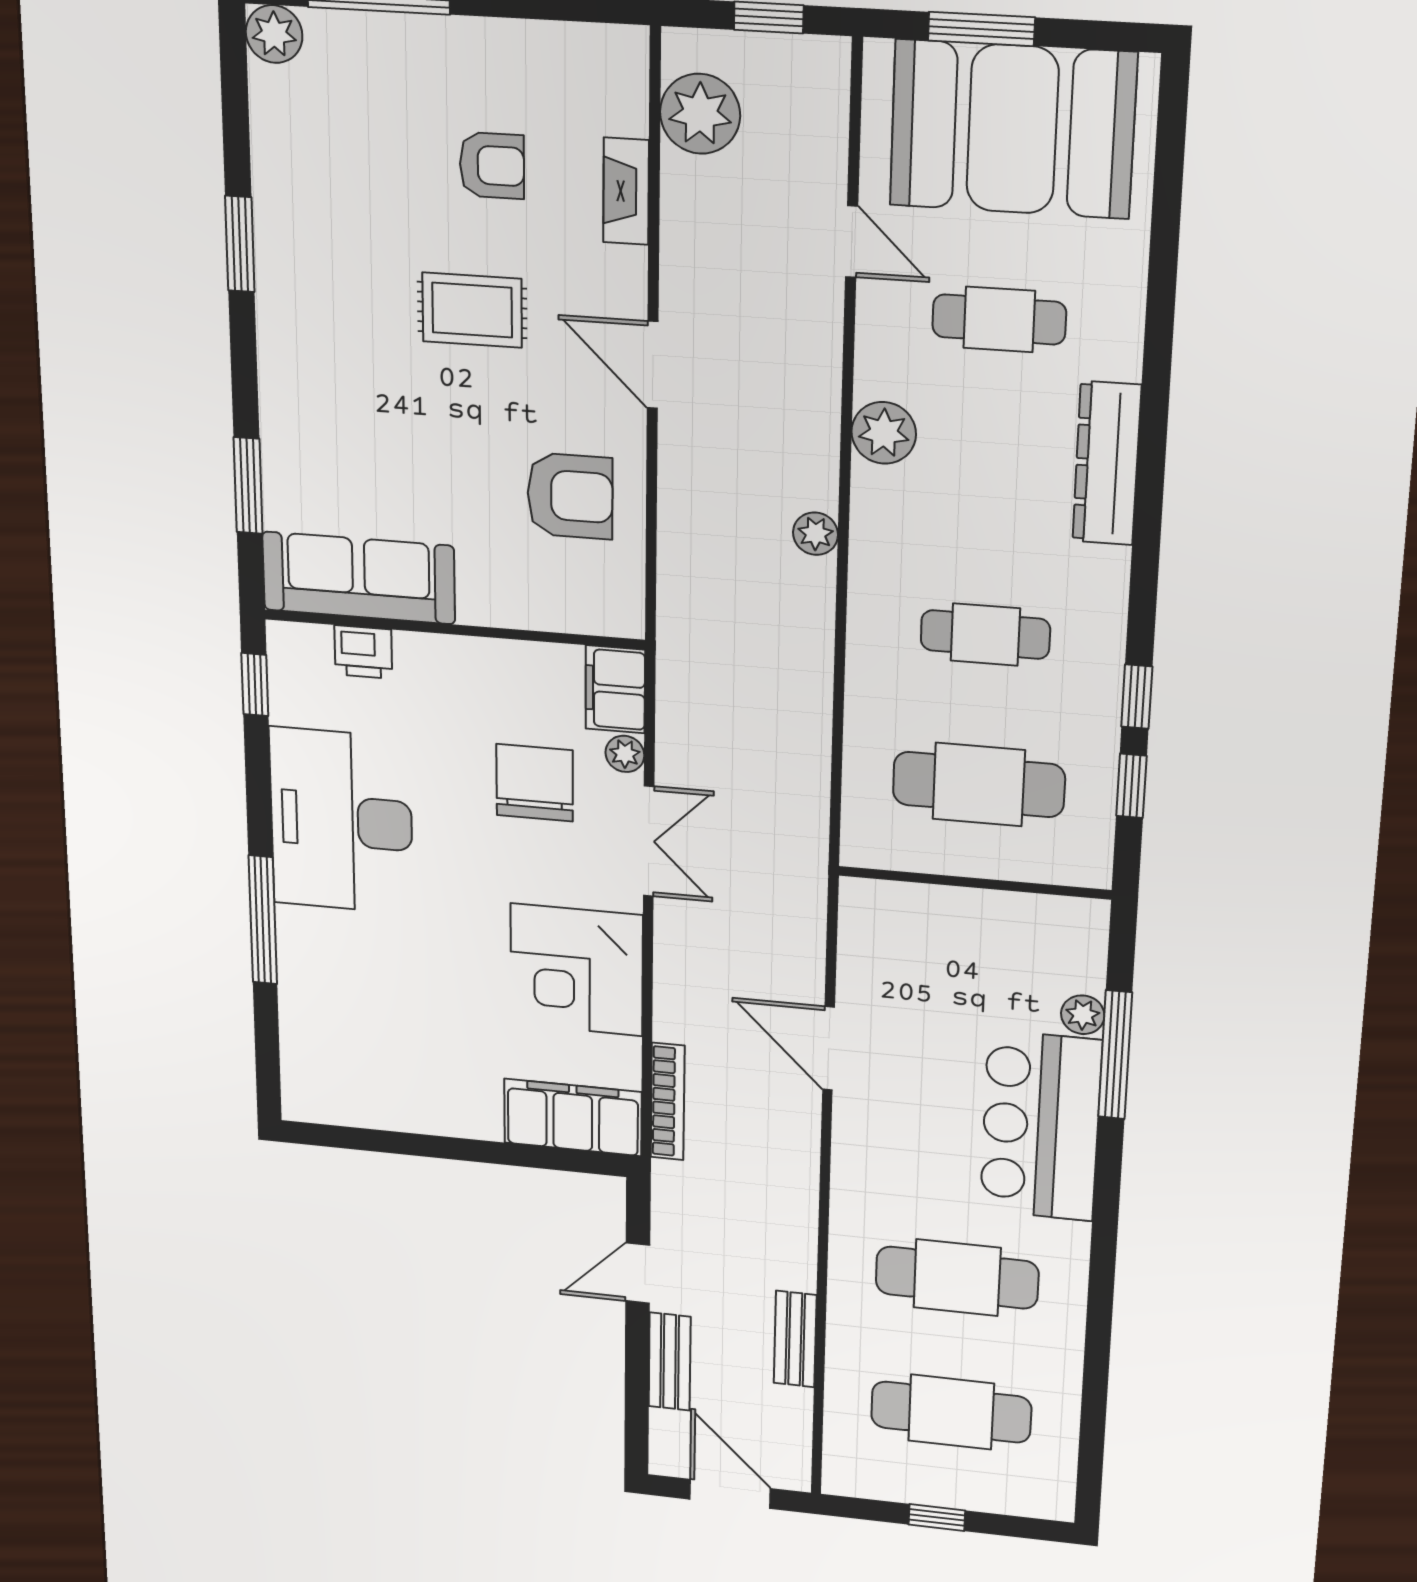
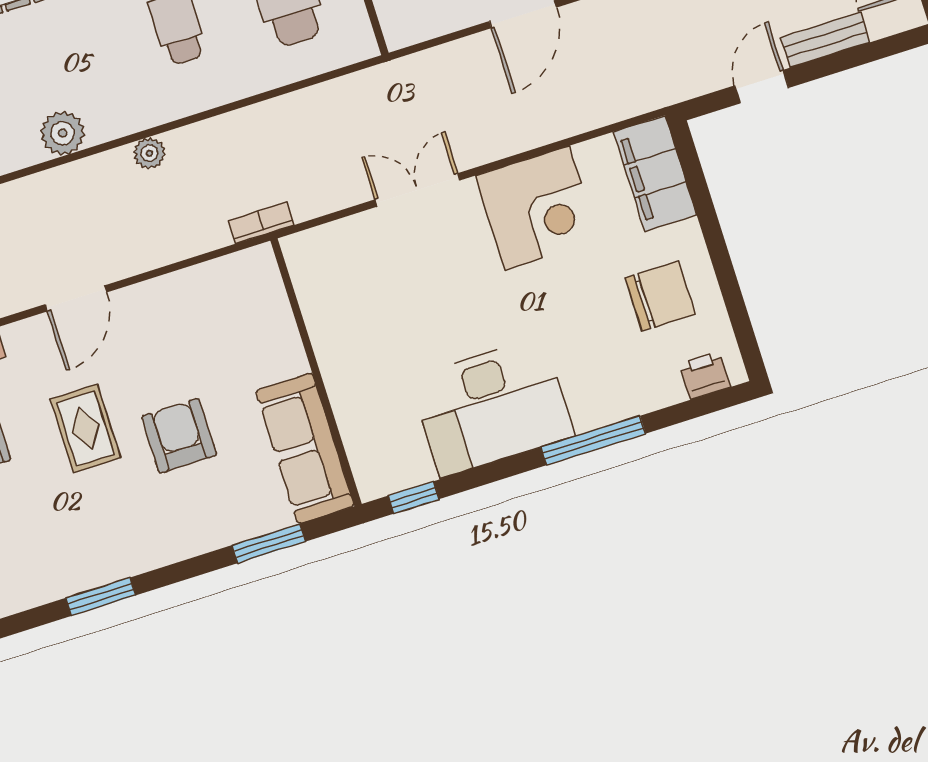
armchair: (570, 496) -> (179, 436), moved
printer: (363, 652) -> (705, 375), moved, turned -90
filing cabinet: (615, 689) -> (315, 249), removed
plant: (625, 754) -> (359, 227), removed
chair: (535, 783) -> (660, 296), moved, turned 180
bookcase: (668, 1102) -> (261, 223), moved, width x0.64
door: (638, 1273) -> (762, 87), swing flipped

